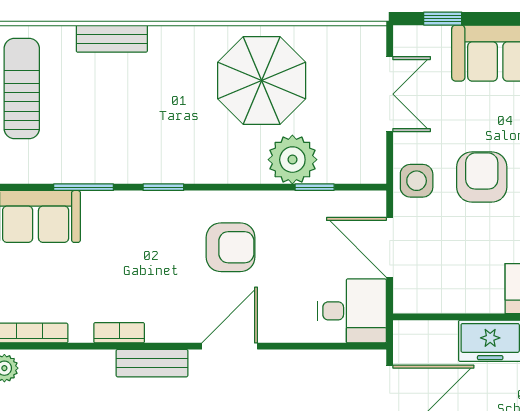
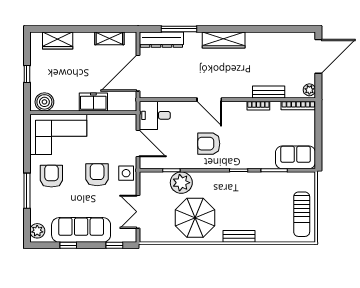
bench: (112, 39) -> (239, 236), moved
armchair: (482, 177) -> (97, 175), turned 180
door: (230, 346) -> (209, 100), hinge flipped
bench: (152, 363) -> (269, 92), moved

